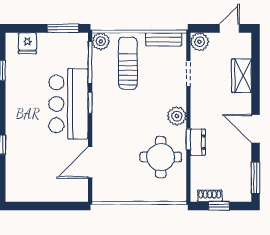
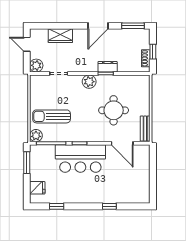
bench: (164, 39) -> (145, 128), moved
round table: (161, 157) -> (114, 110), moved

